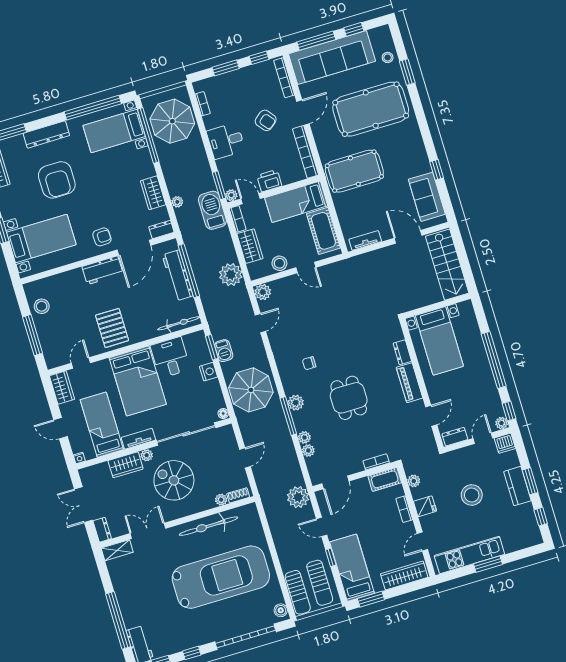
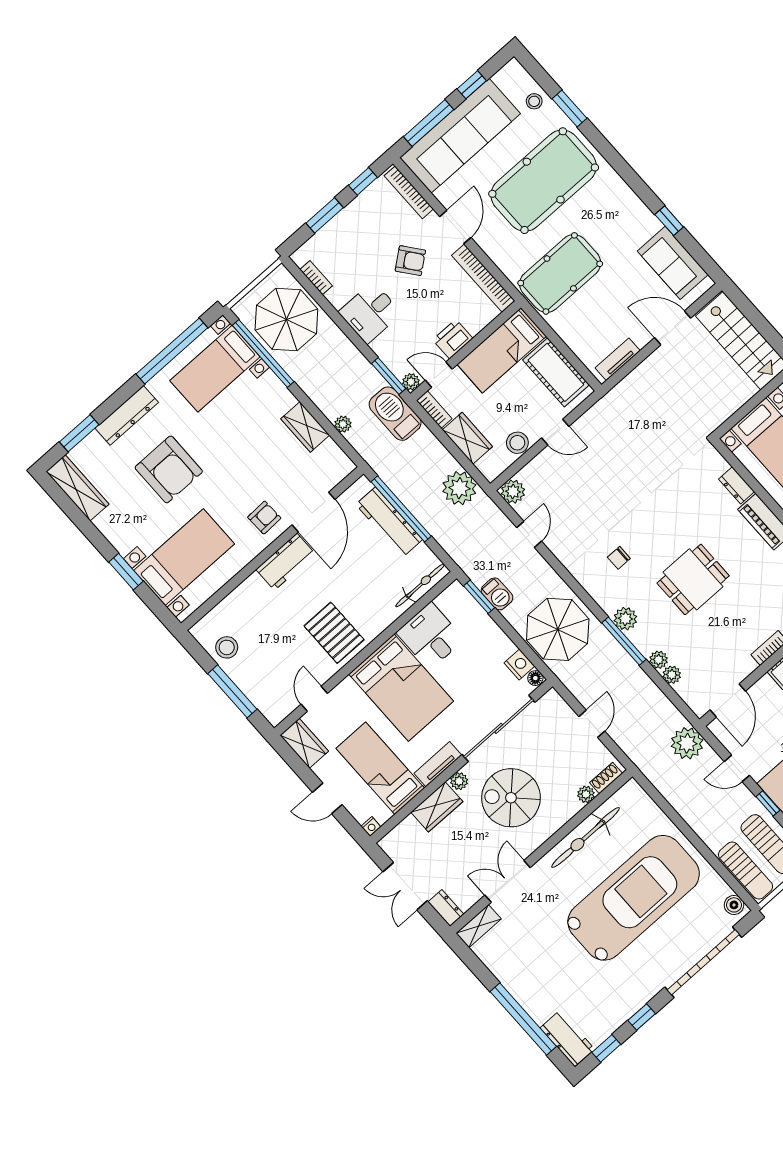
dresser: (161, 230) -> (339, 471), removed
nightstand: (208, 372) -> (519, 665), moved
dining table: (349, 398) -> (693, 579), turned 90

